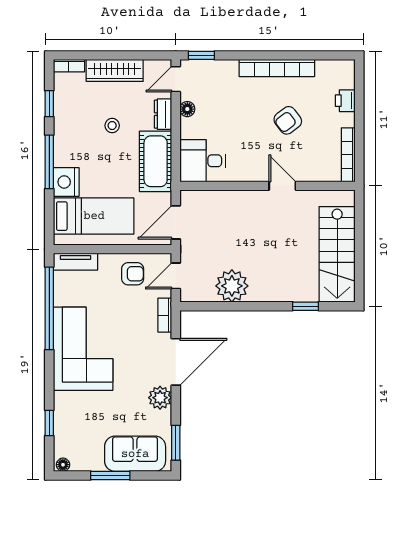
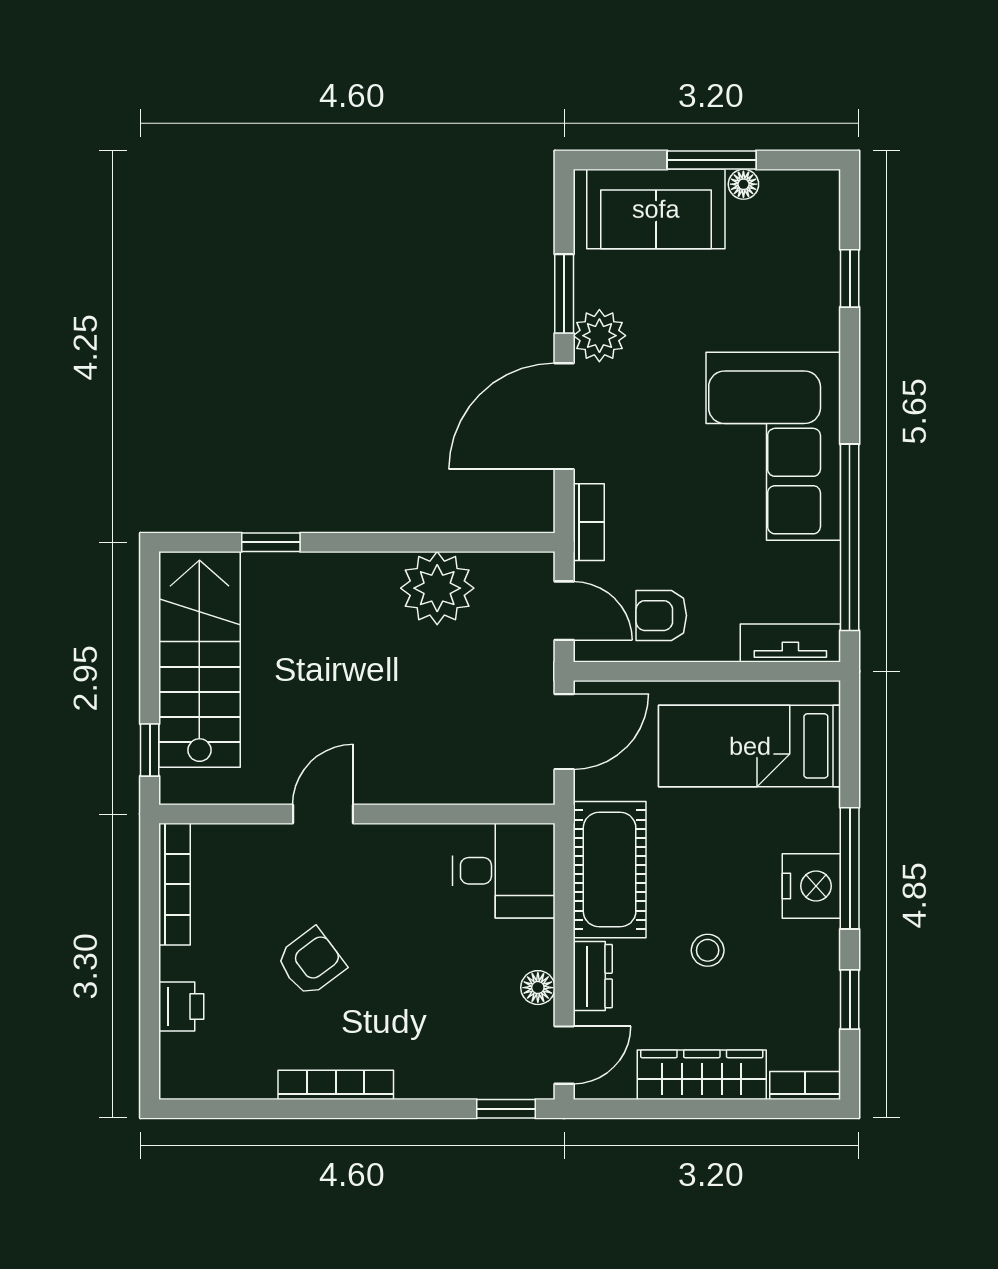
bookcase: (277, 68) -> (336, 1085), width x0.68, depth x0.76
nightstand: (66, 182) -> (811, 886), moved
door: (282, 186) -> (323, 814), swing flipped
window: (359, 214) -> (150, 750), added
door: (176, 276) -> (564, 611), hinge flipped
window: (176, 443) -> (564, 294), moved
floor lamp: (63, 465) -> (743, 184), moved

